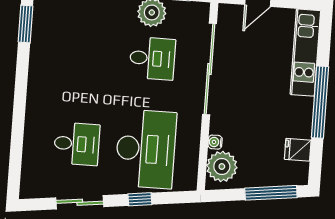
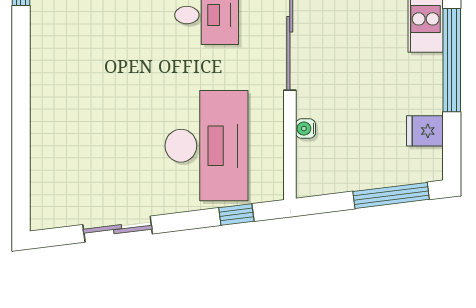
desk: (77, 144) -> (107, 146), removed
plant: (222, 167) -> (318, 163), removed
window: (140, 199) -> (236, 215), moved

